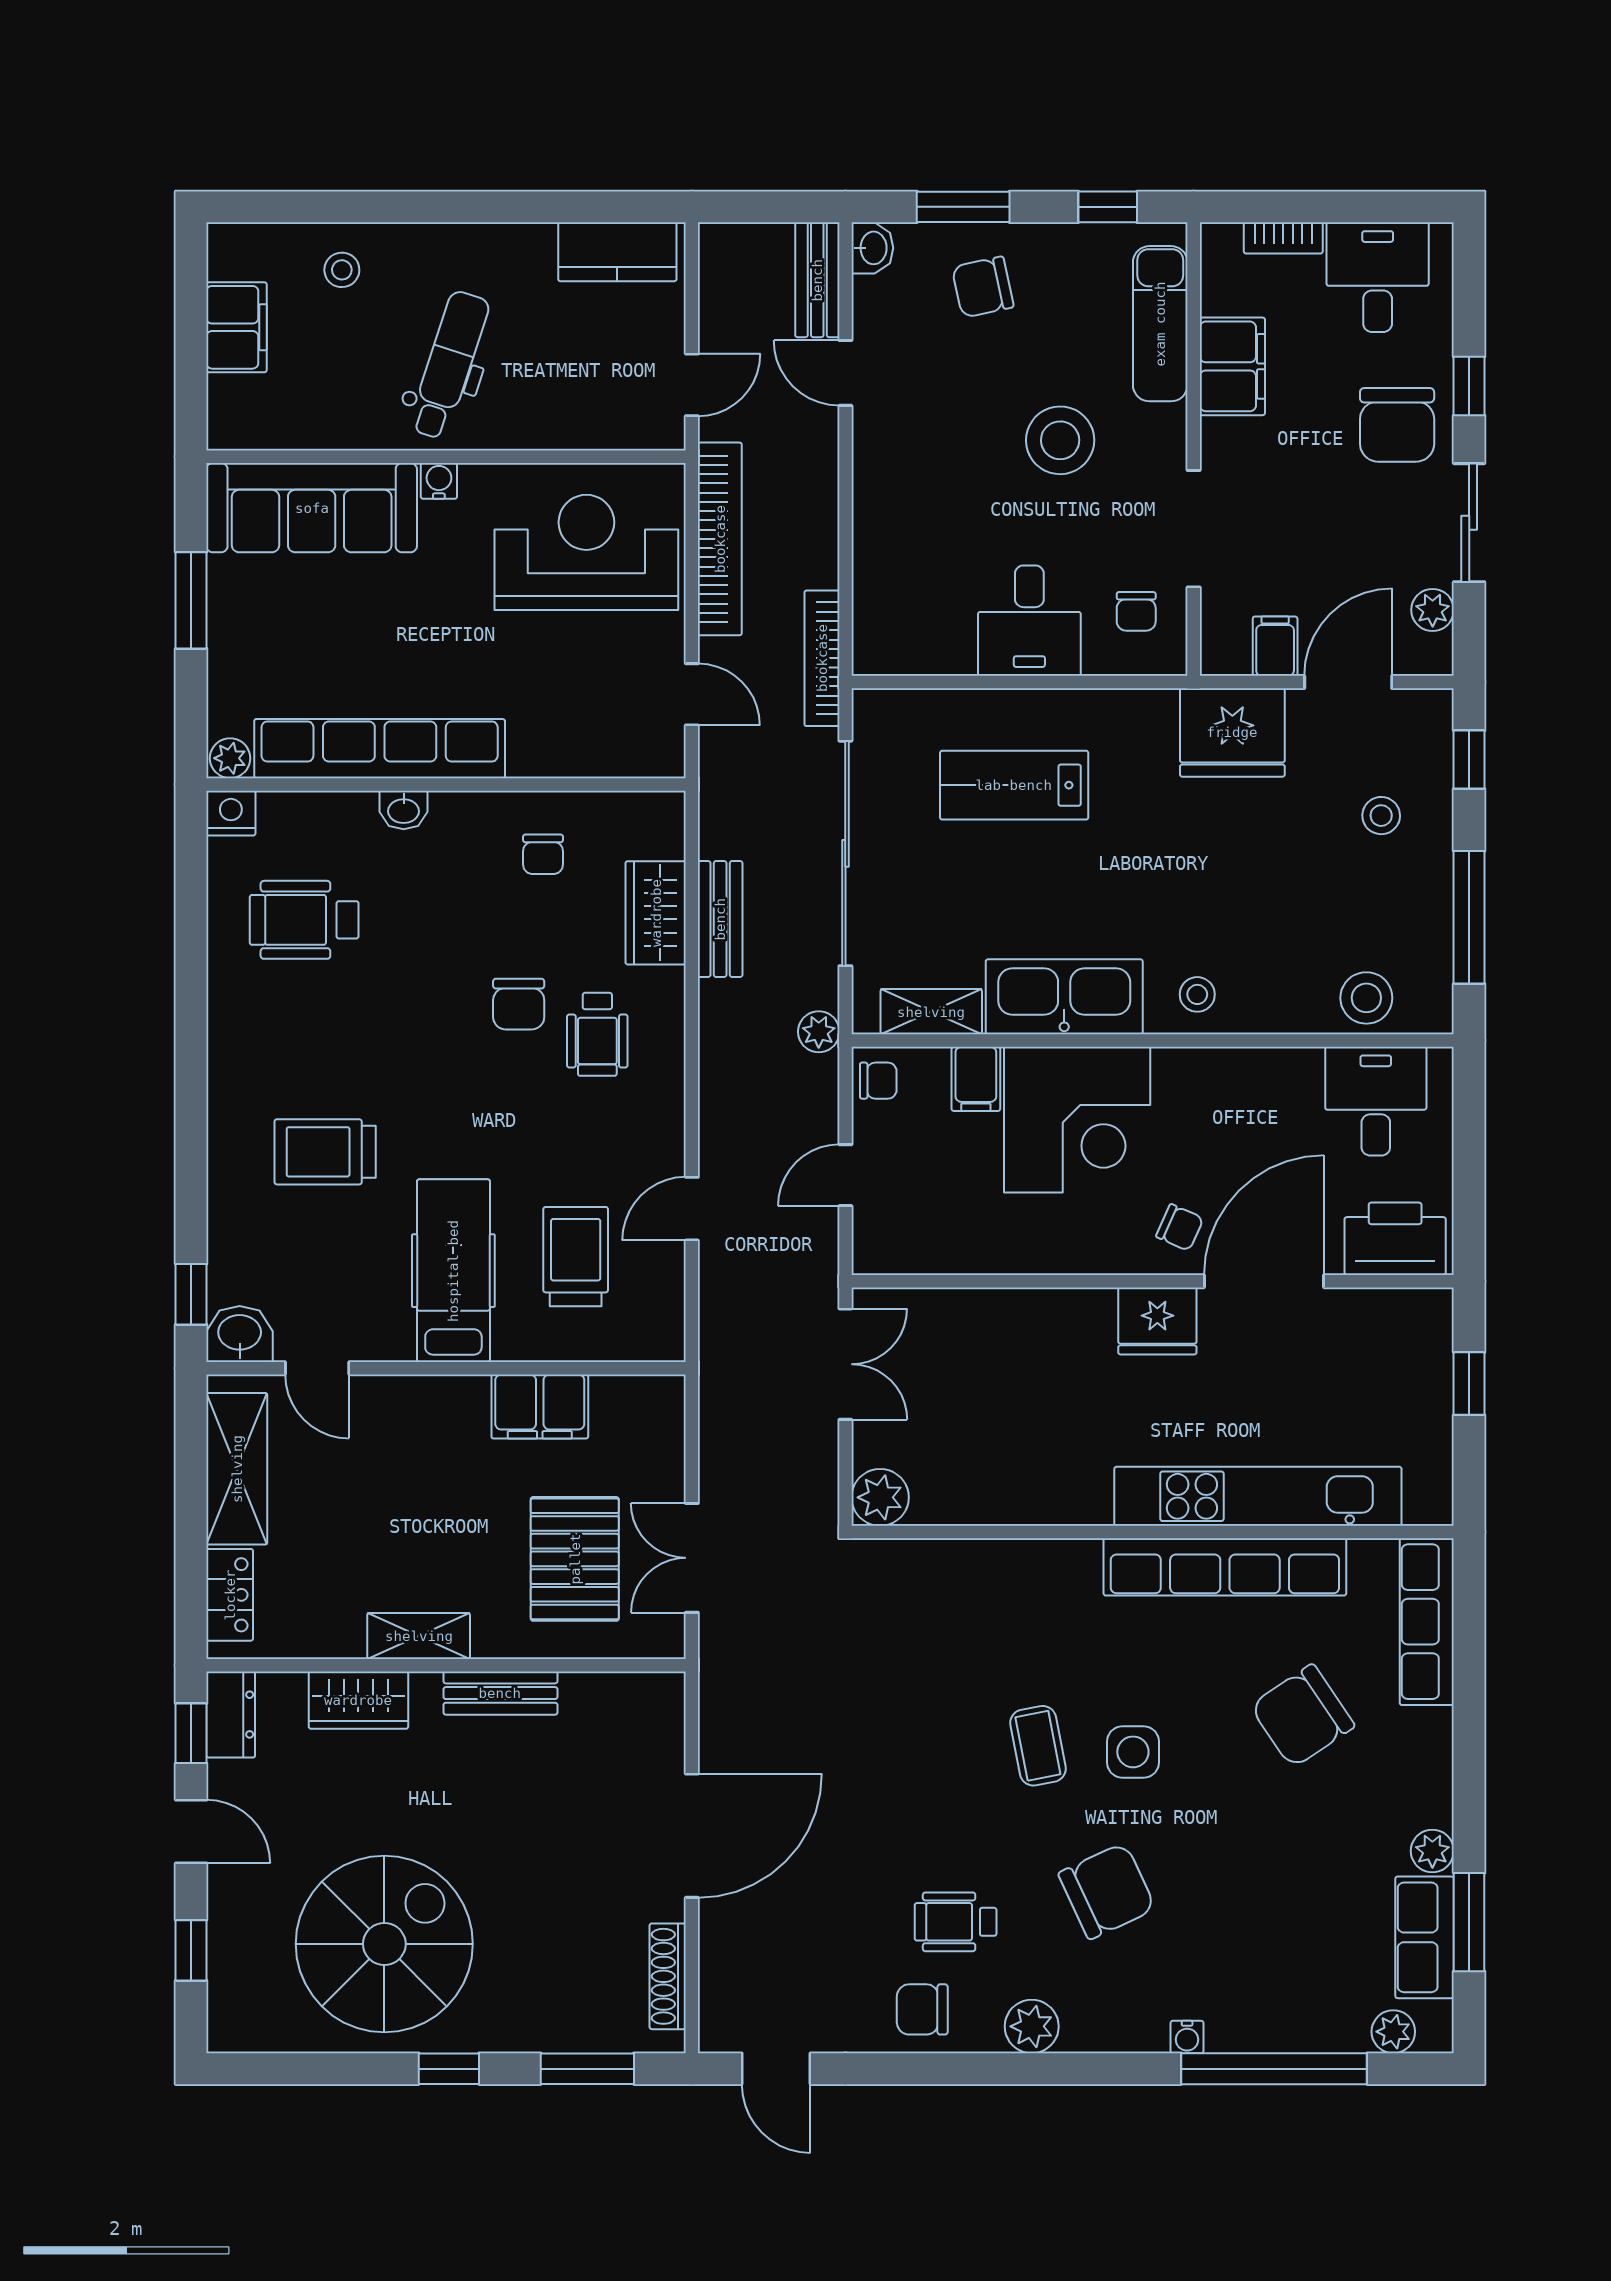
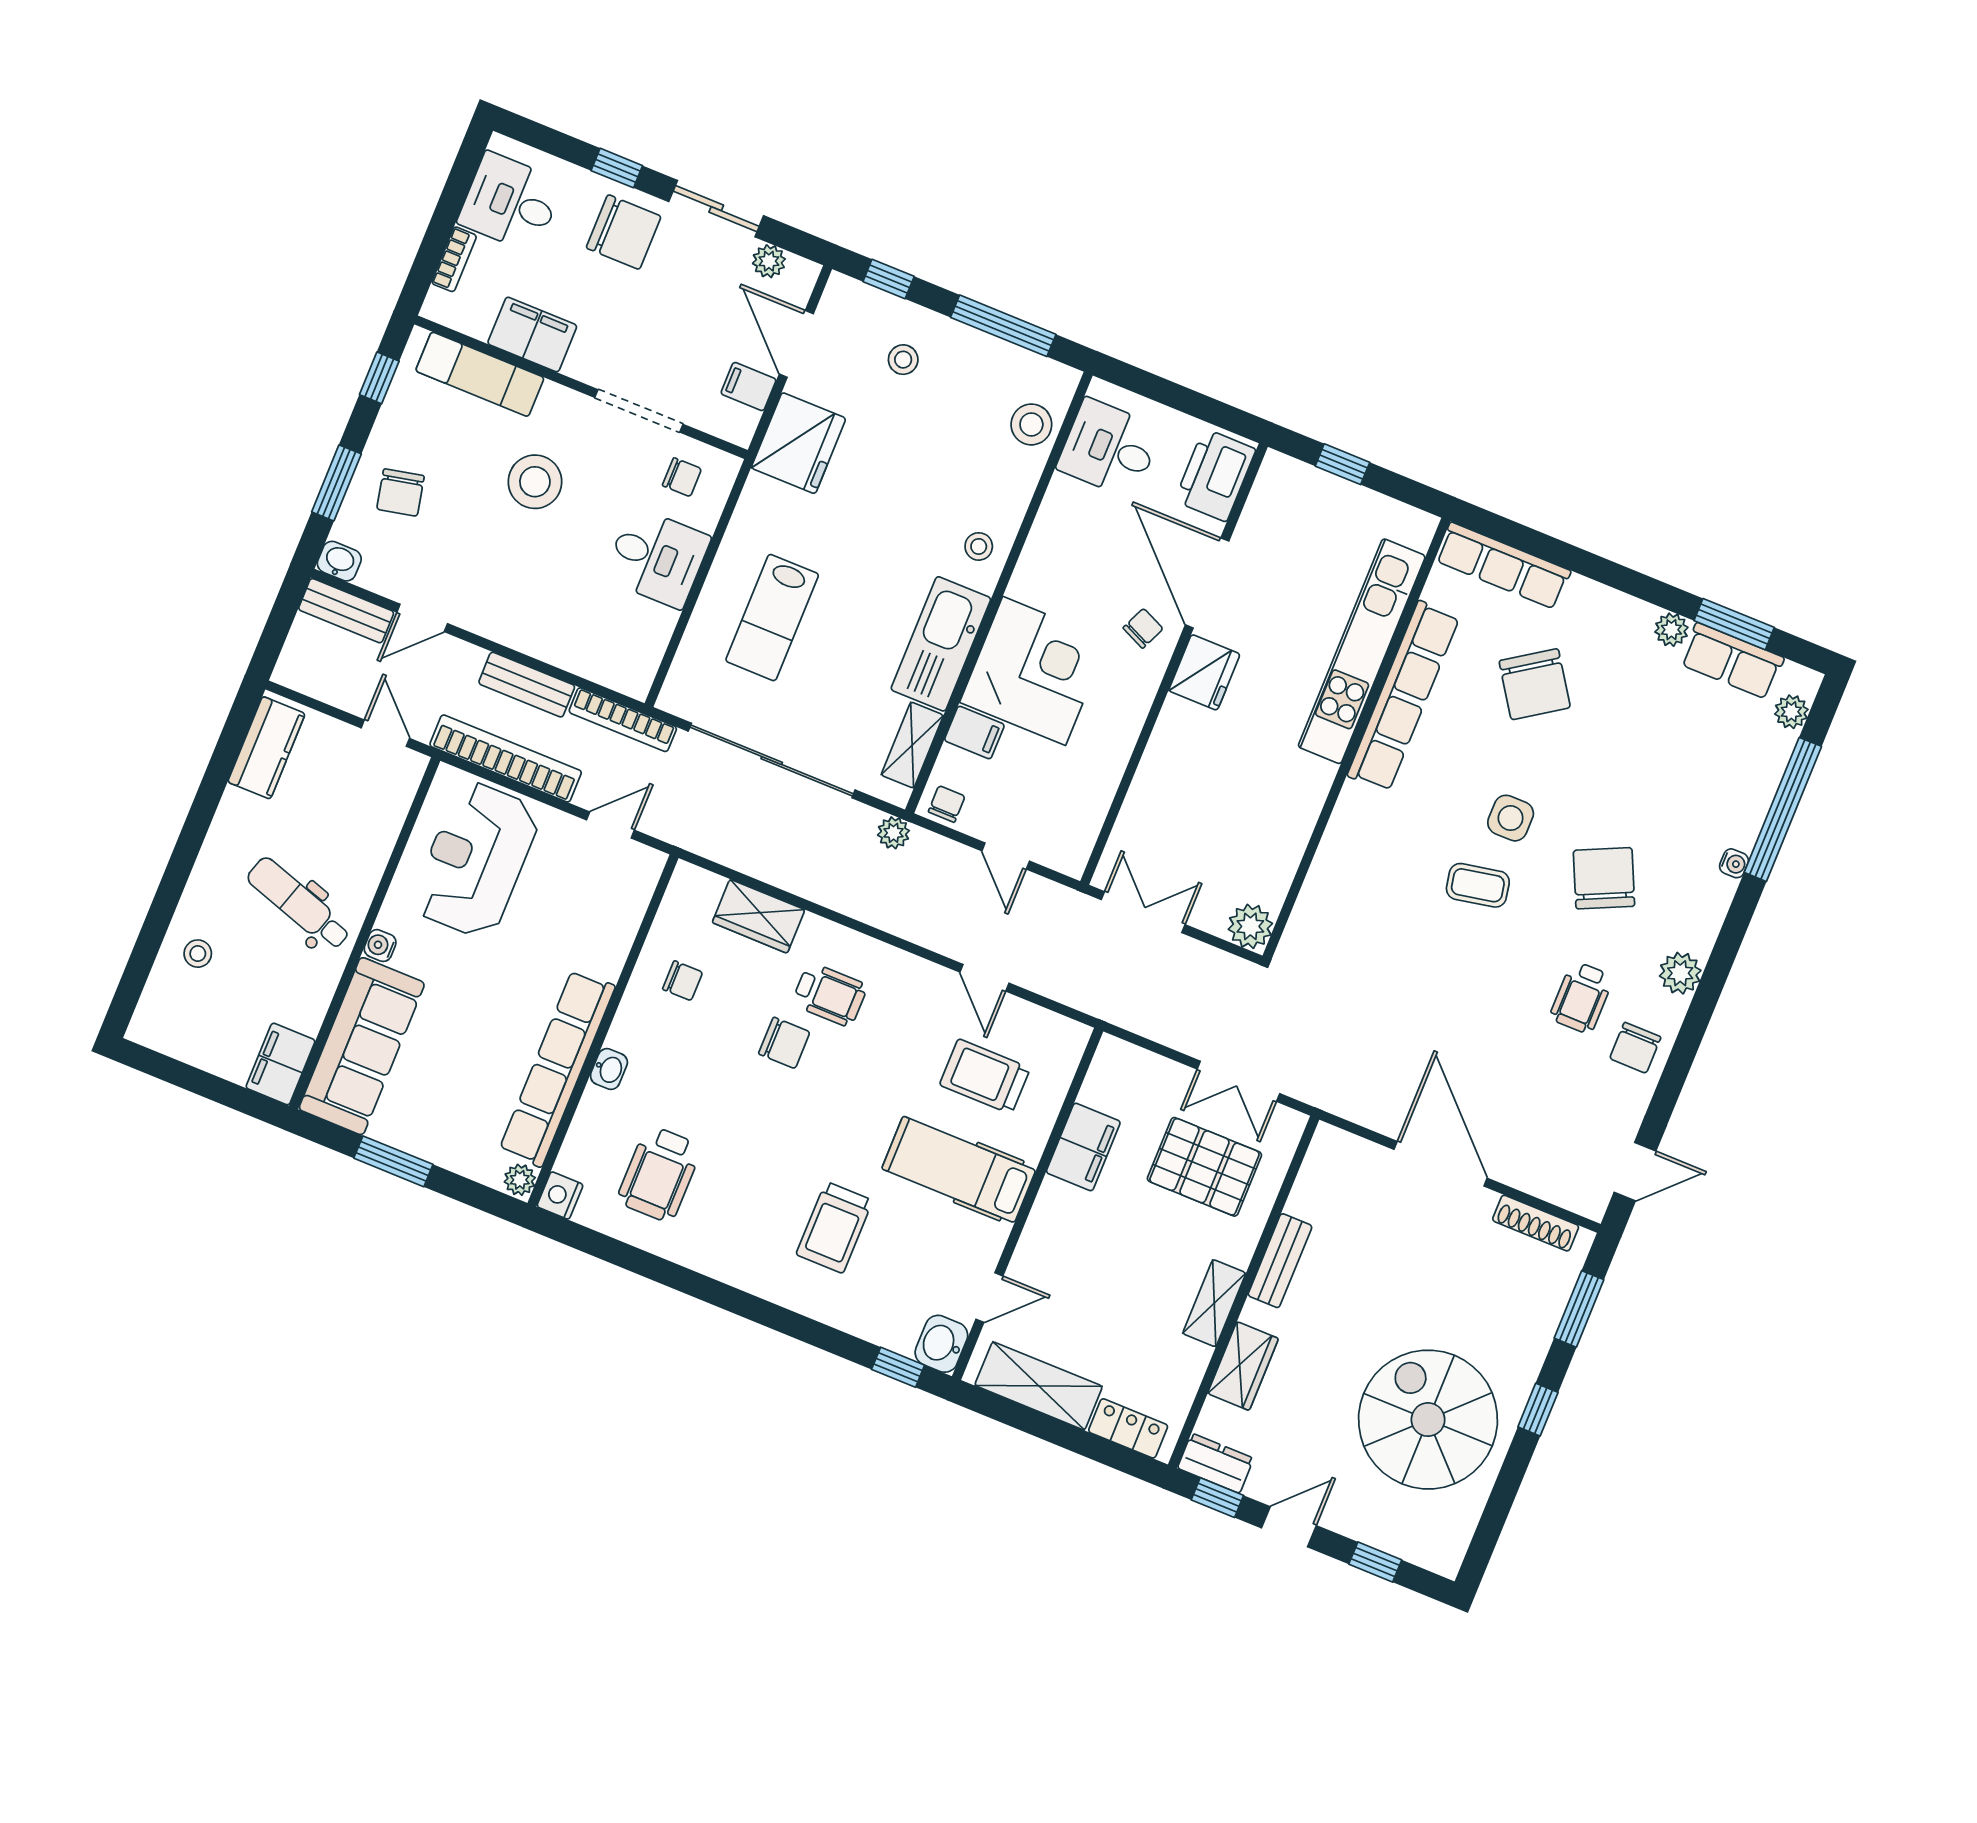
filing cabinet: (236, 327) -> (281, 1064), moved, turned -90
bench: (720, 919) -> (527, 685), moved

